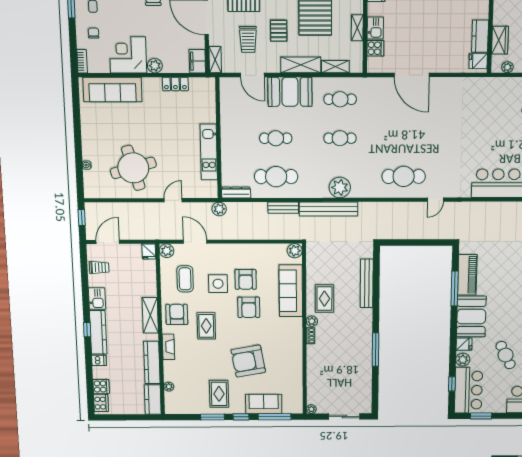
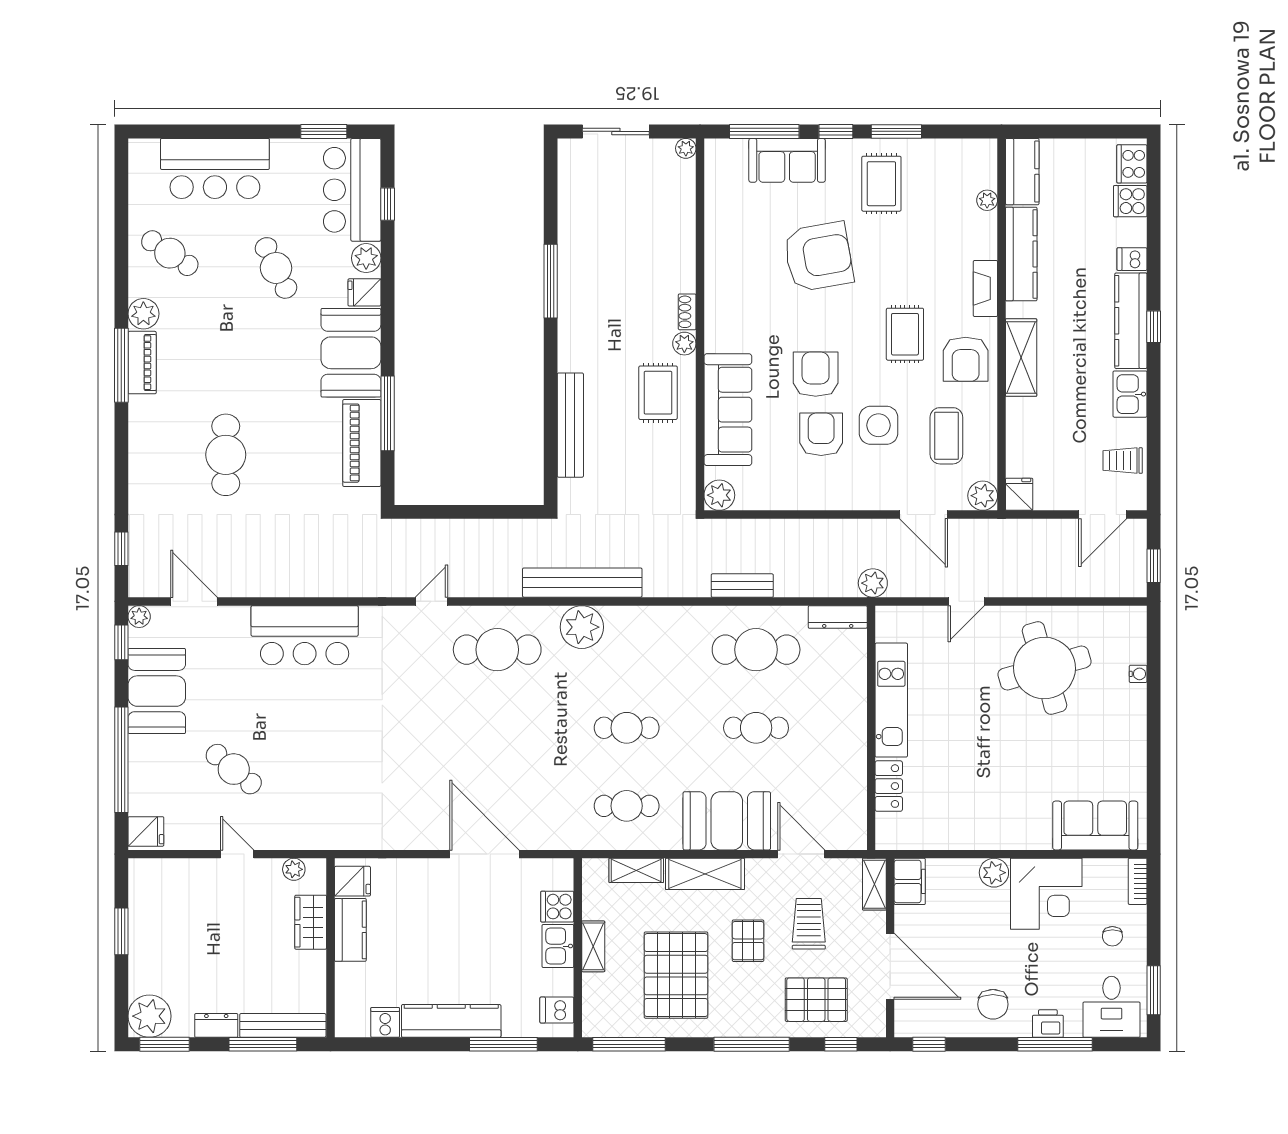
locker: (175, 84) -> (889, 786), moved, turned 90
sofa: (112, 90) -> (1095, 826), width x0.73
plant: (340, 187) -> (582, 627), moved
bench: (329, 209) -> (582, 583), moved

